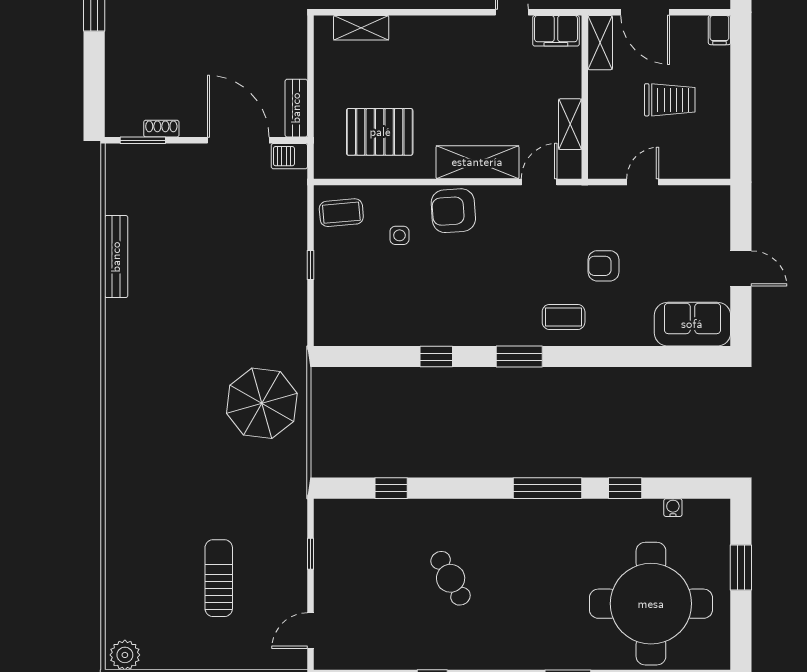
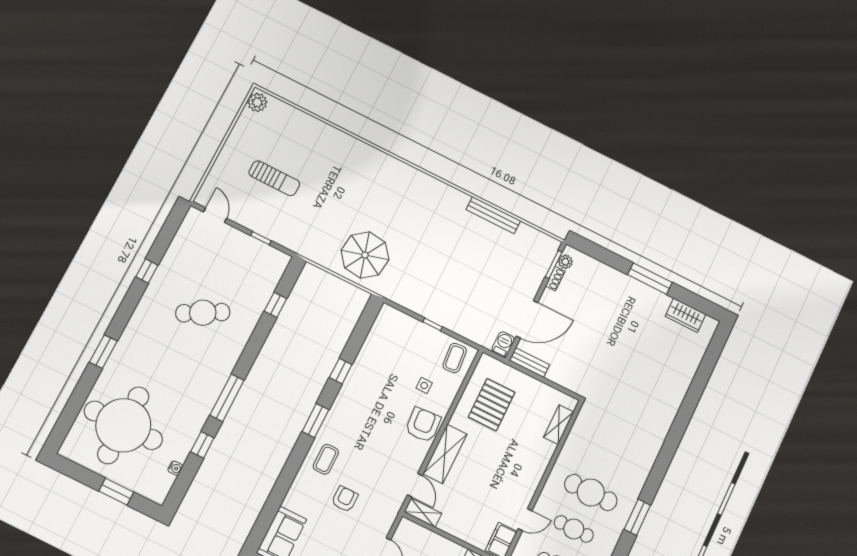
shelving: (570, 124) -> (423, 513), moved
plant: (131, 126) -> (565, 262), added
cafe table: (451, 578) -> (203, 313), width x1.37, depth x1.35

